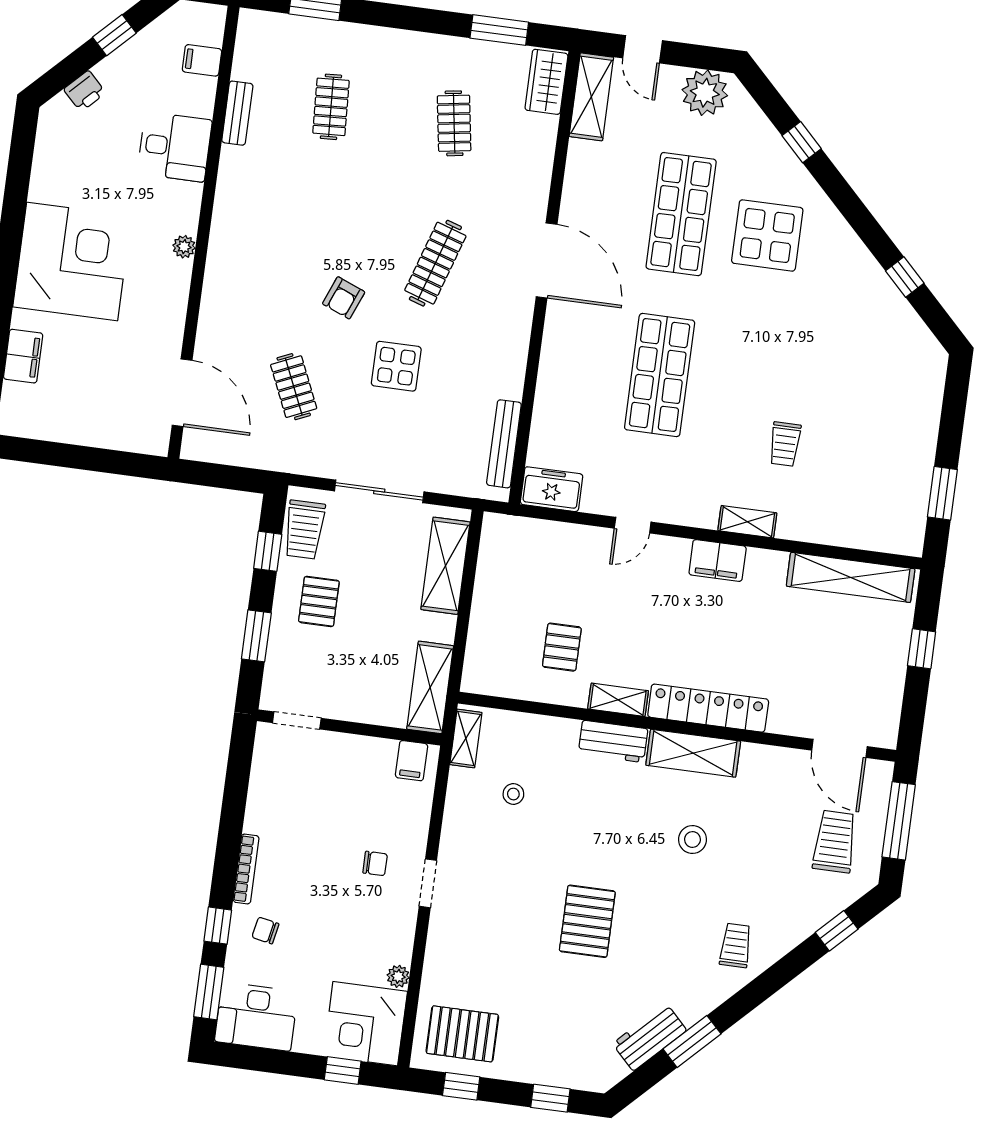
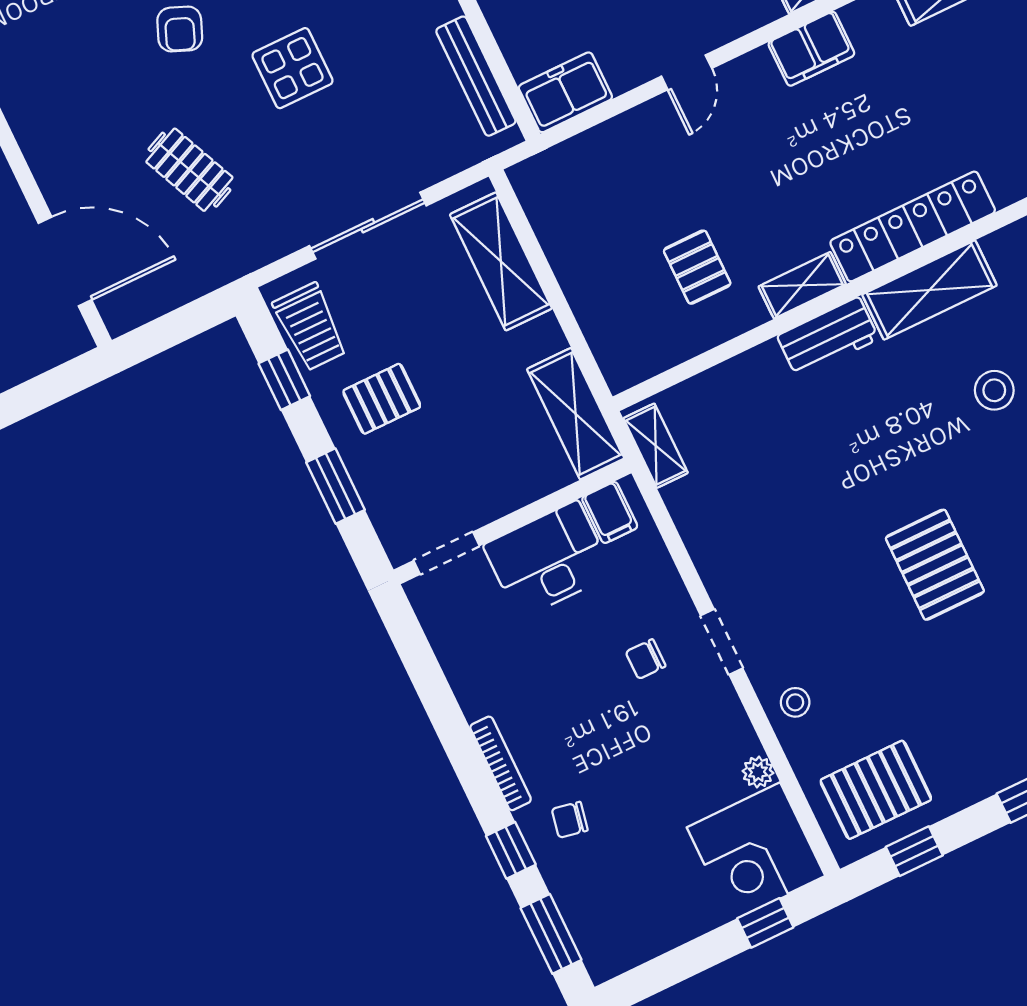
pallet: (319, 601) -> (382, 399), turned 90
stool: (513, 794) -> (795, 702), moved
chair: (375, 863) -> (646, 659), turned 180
desk: (256, 1017) -> (548, 560), moved, turned 180

